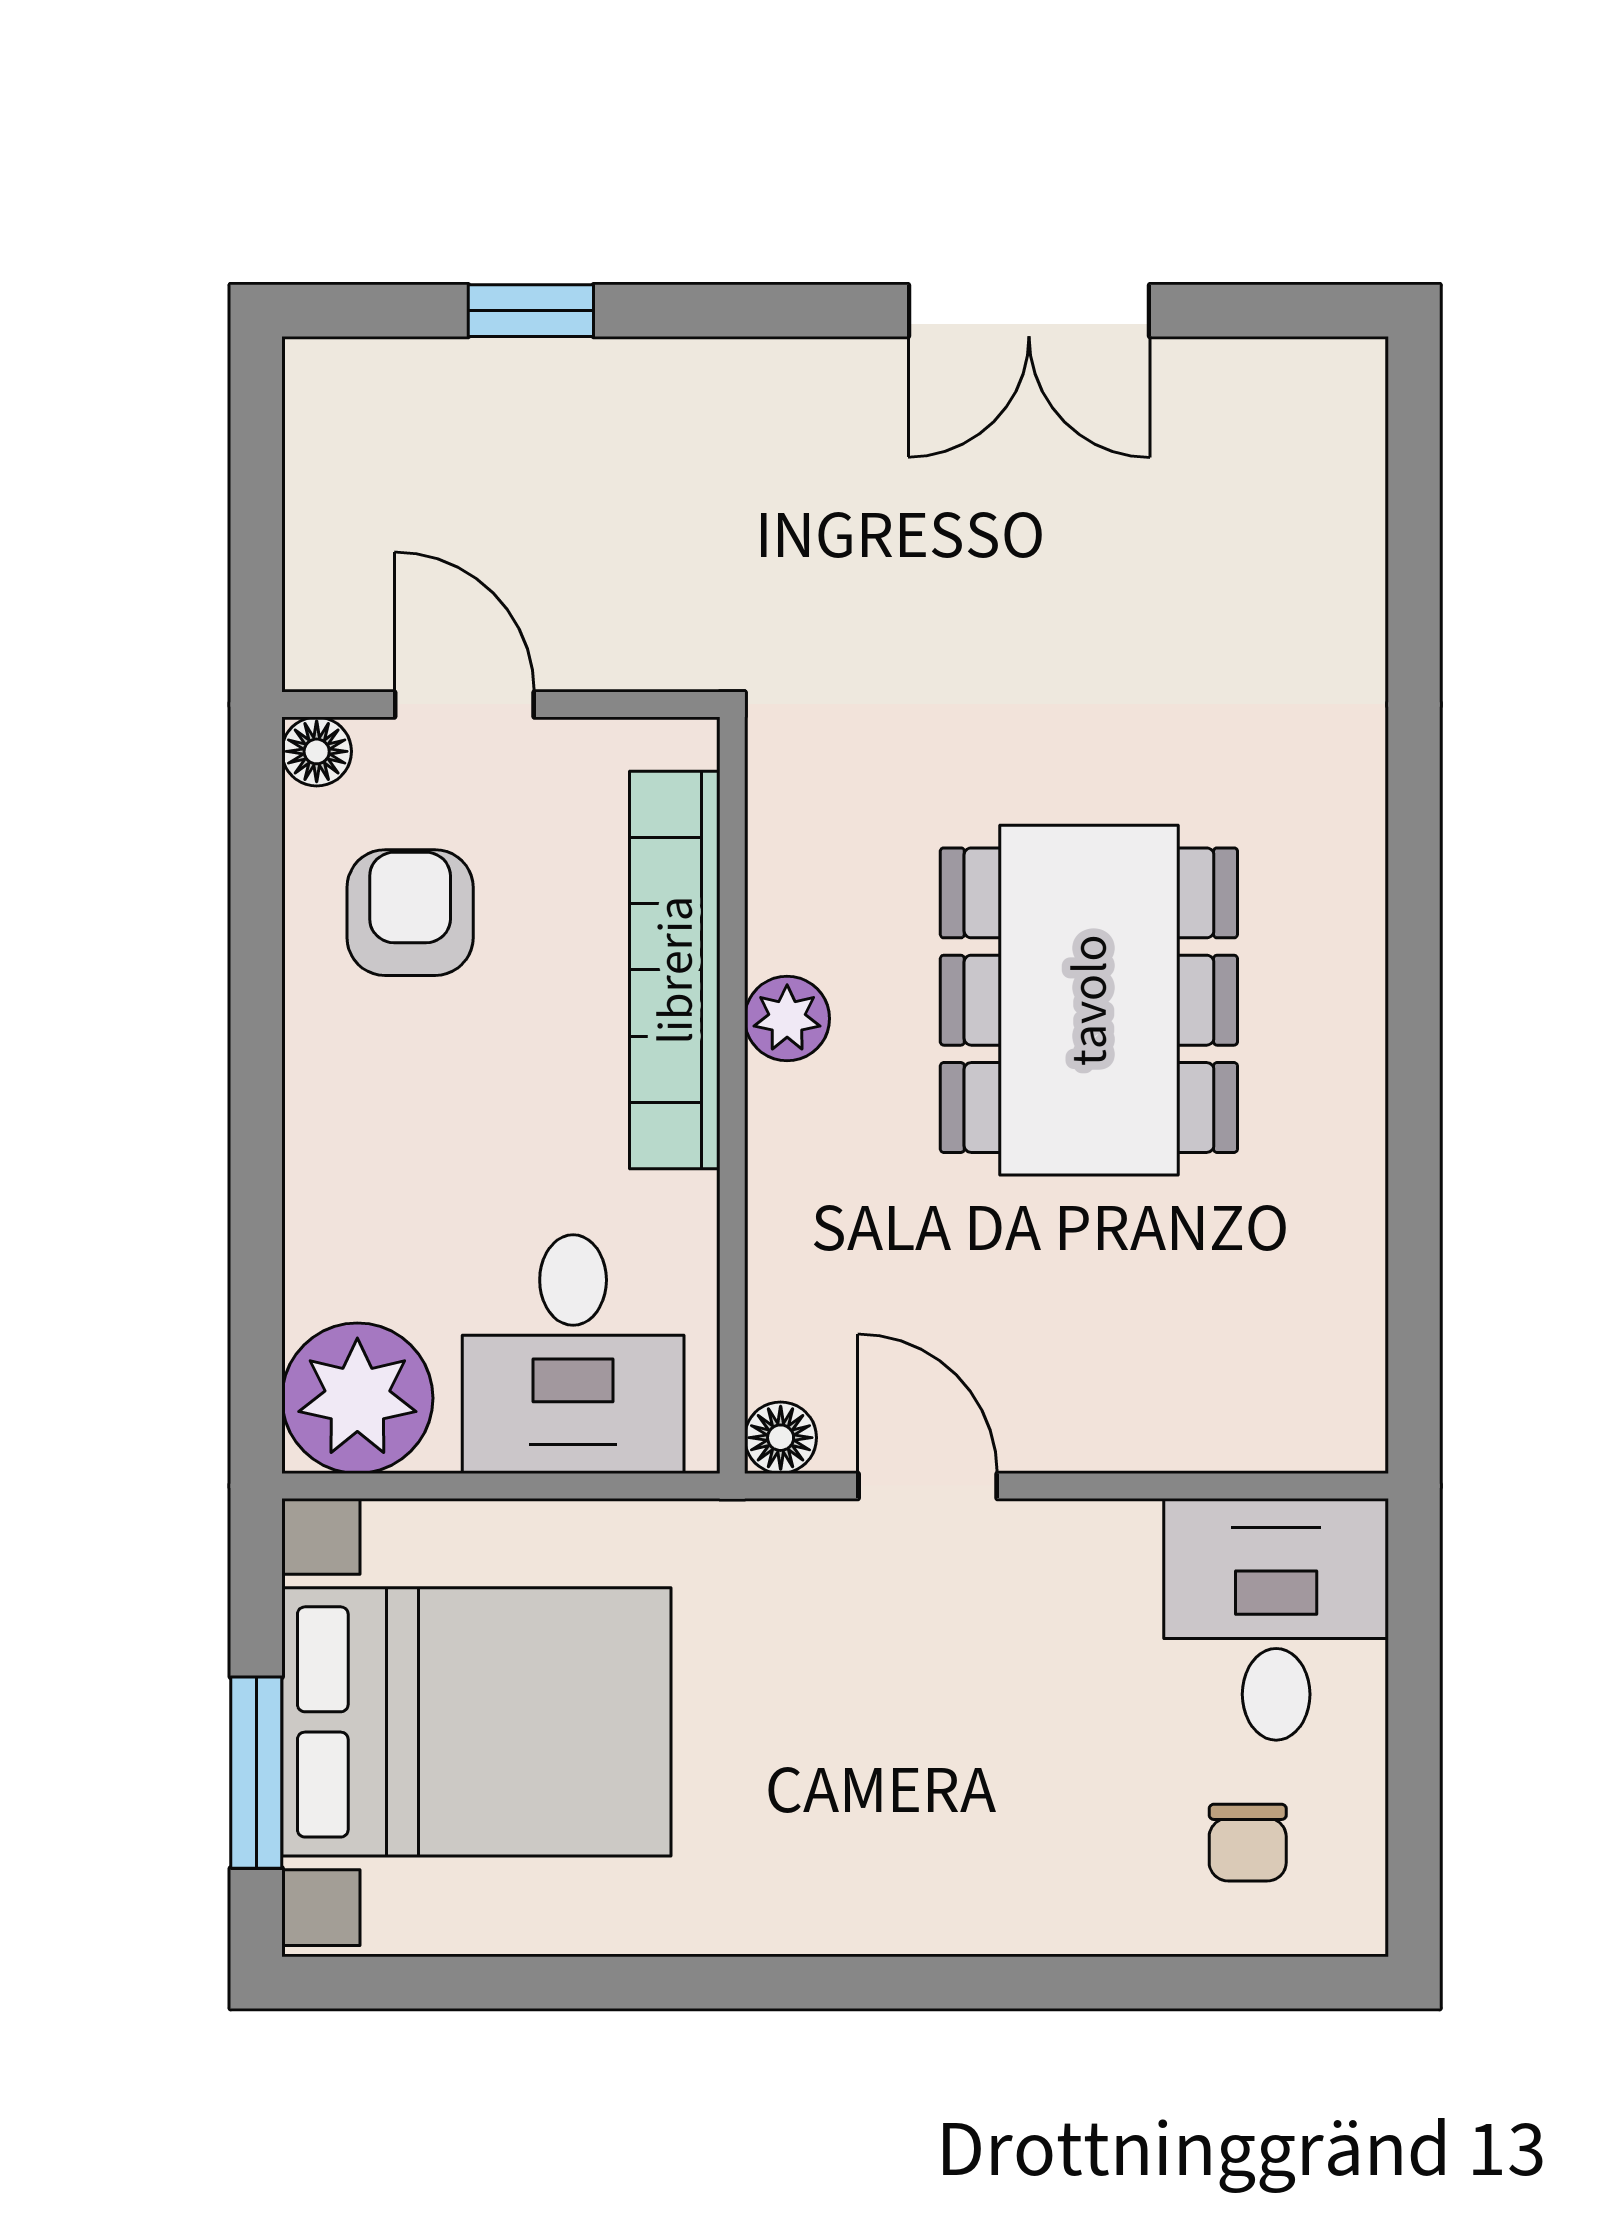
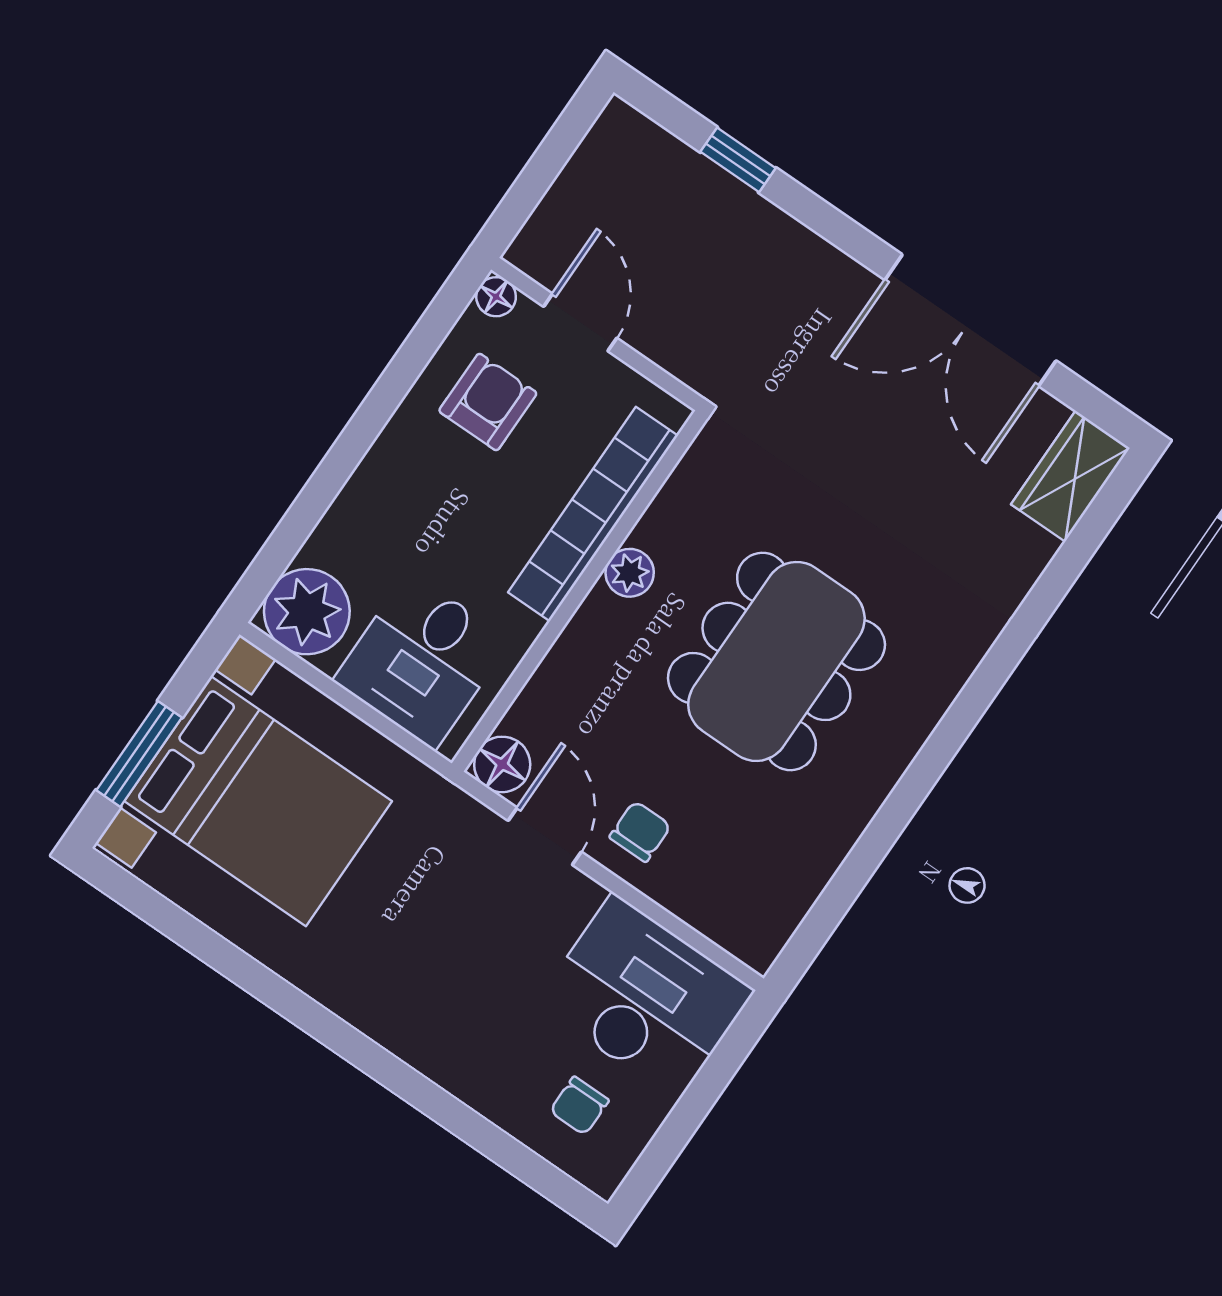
double door: (1029, 311) -> (970, 320), width x1.37
wardrobe: (1330, 437) -> (1070, 476), added
chair: (1061, 1383) -> (640, 831), added
floor lamp: (781, 1438) -> (502, 764), width x1.37, depth x1.37
desk: (1276, 1619) -> (645, 997), width x1.37

